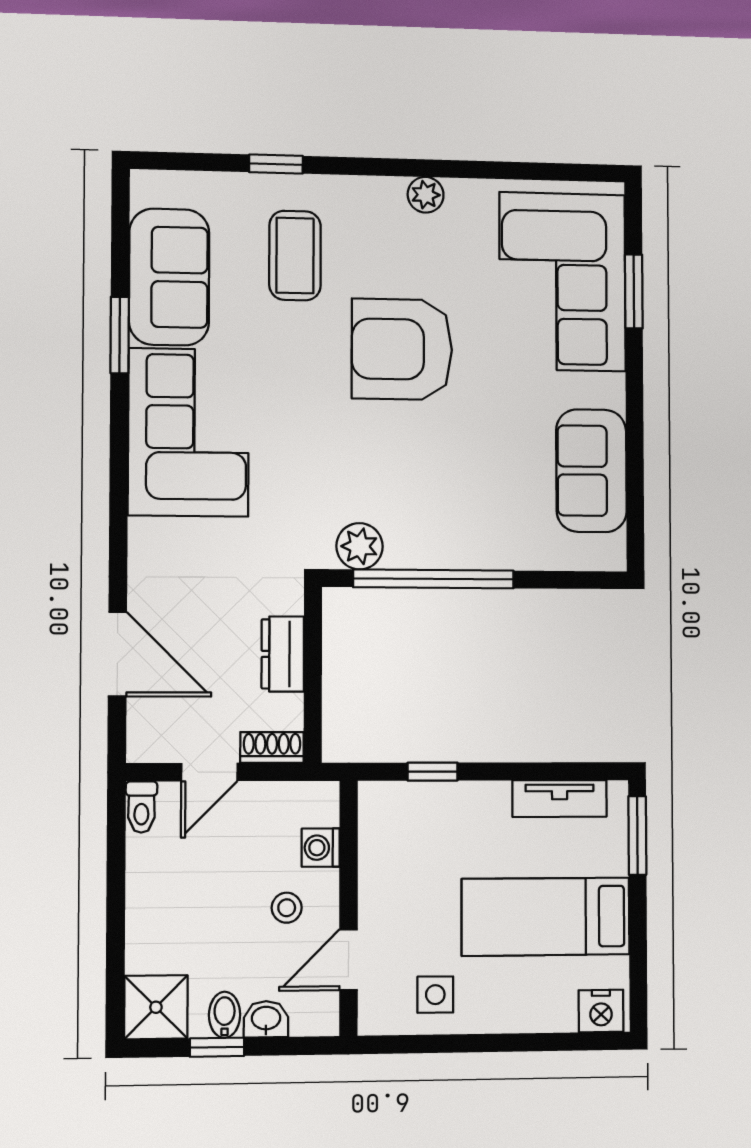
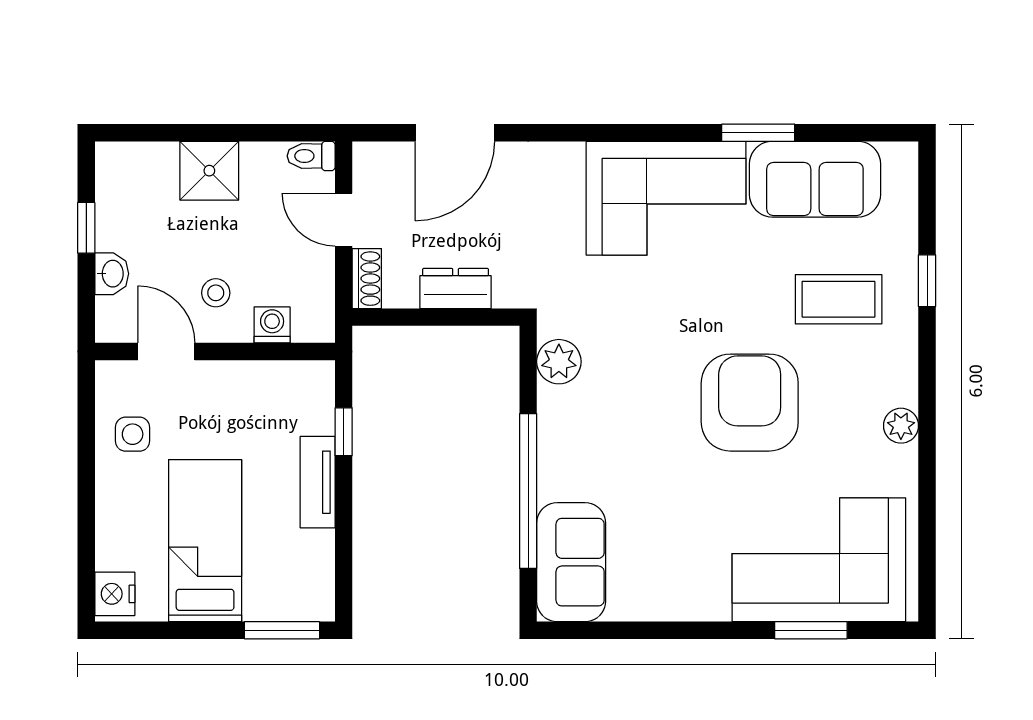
sofa: (591, 471) -> (571, 562), moved, turned 90
window: (434, 579) -> (528, 491), moved
tv unit: (560, 799) -> (318, 482), moved
shower: (156, 1007) -> (209, 171), moved
bidet: (225, 1015) -> (116, 235), removed

